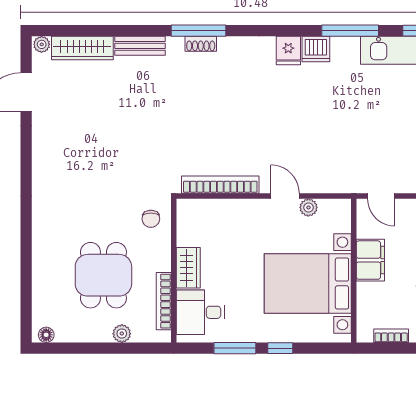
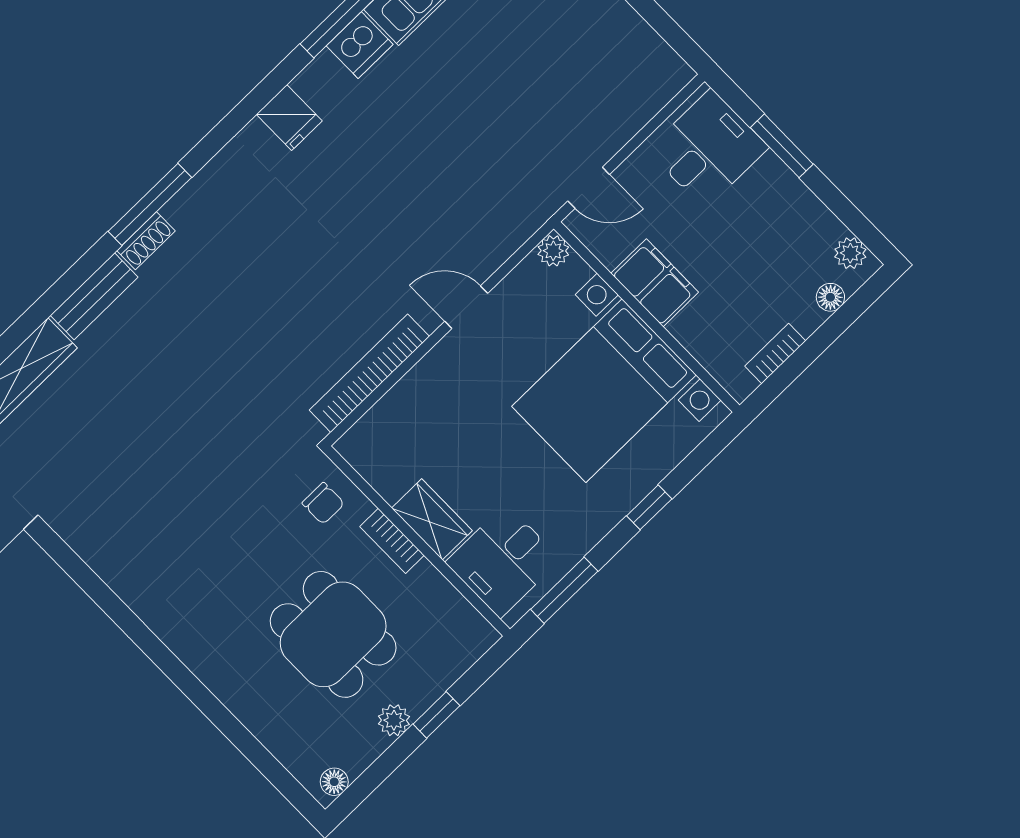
shoe rack: (201, 44) -> (146, 241), moved
dishwasher: (316, 49) -> (360, 45), moved
plant: (308, 207) -> (553, 251), moved
bookcase: (164, 301) -> (392, 541), moved, width x0.64
plant: (122, 334) -> (394, 720), moved
window: (113, 348) -> (436, 715), added
window: (235, 348) -> (564, 590), moved

